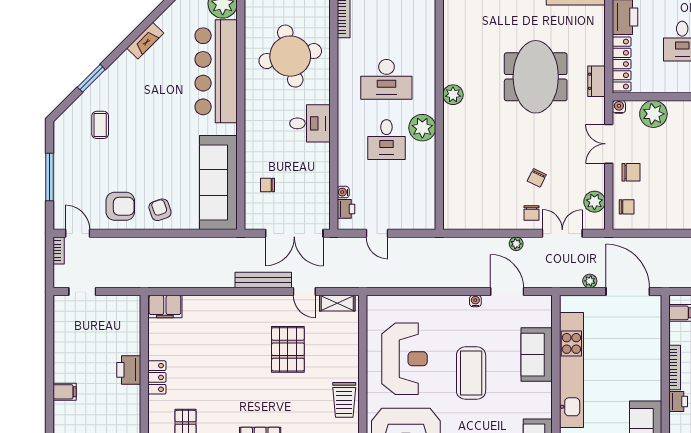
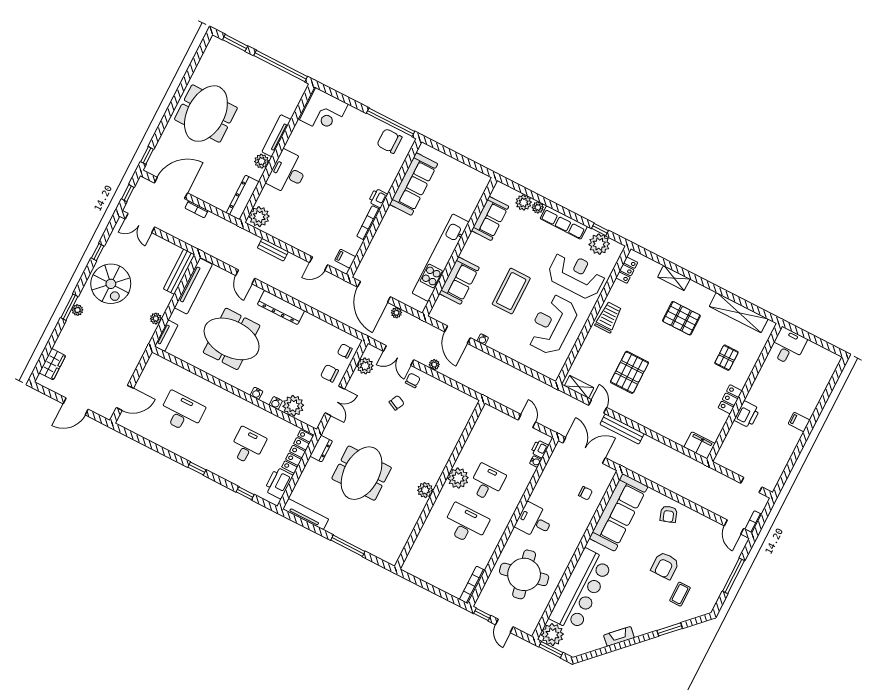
water cooler: (619, 107) -> (276, 403), moved
armchair: (120, 206) -> (665, 566), moved, turned -90

